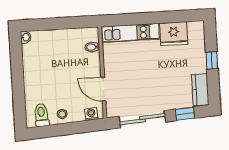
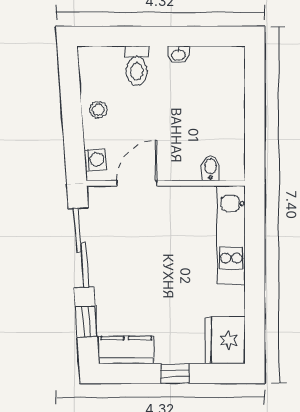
fridge: (174, 34) -> (225, 340), moved
washbasin: (26, 37) -> (178, 54), moved
toilet: (41, 115) -> (137, 66), moved, turned 94

